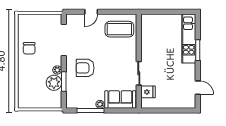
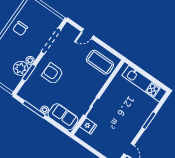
kitchen unit: (189, 38) -> (144, 84), moved, turned -90

